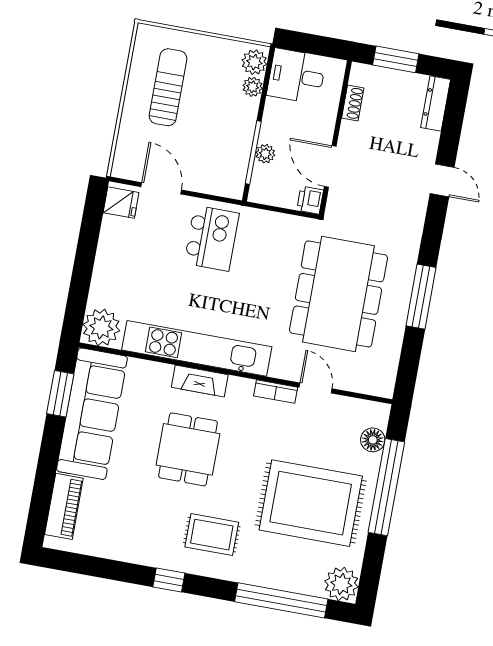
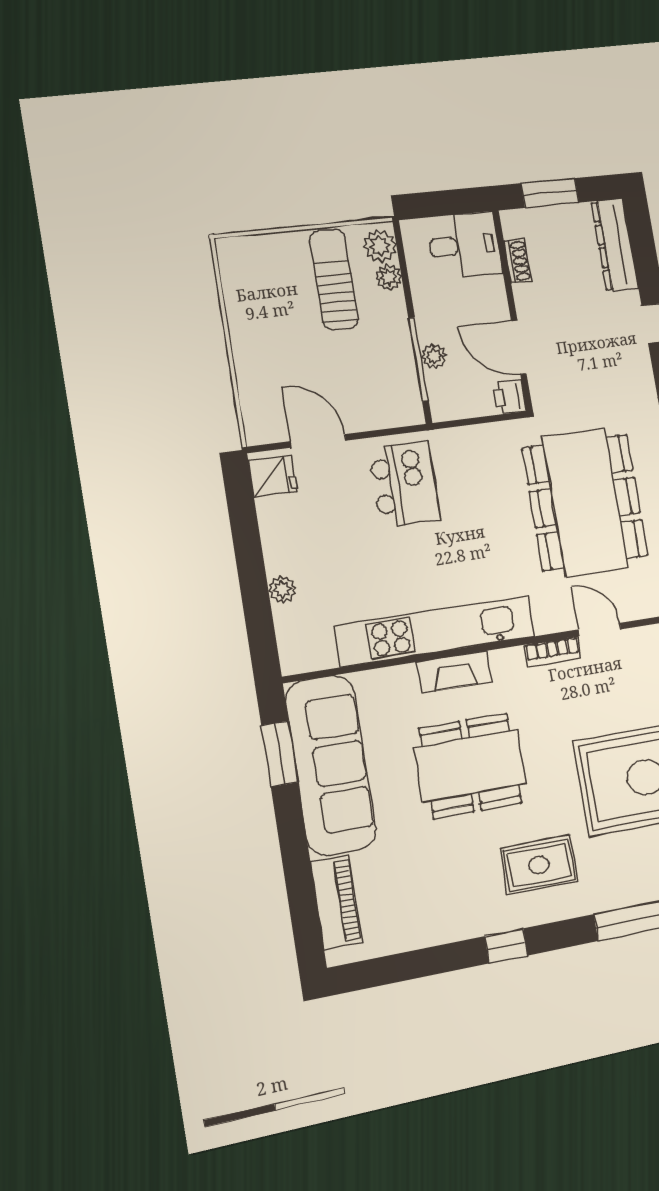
desk: (296, 76) -> (464, 245), moved, turned 180
sun lounger: (168, 87) -> (334, 279), moved
dresser: (436, 103) -> (615, 245), width x1.37, depth x1.24
plant: (101, 327) -> (282, 589), moved, width x0.53, depth x0.53
dining table: (188, 449) -> (470, 766), width x1.38

